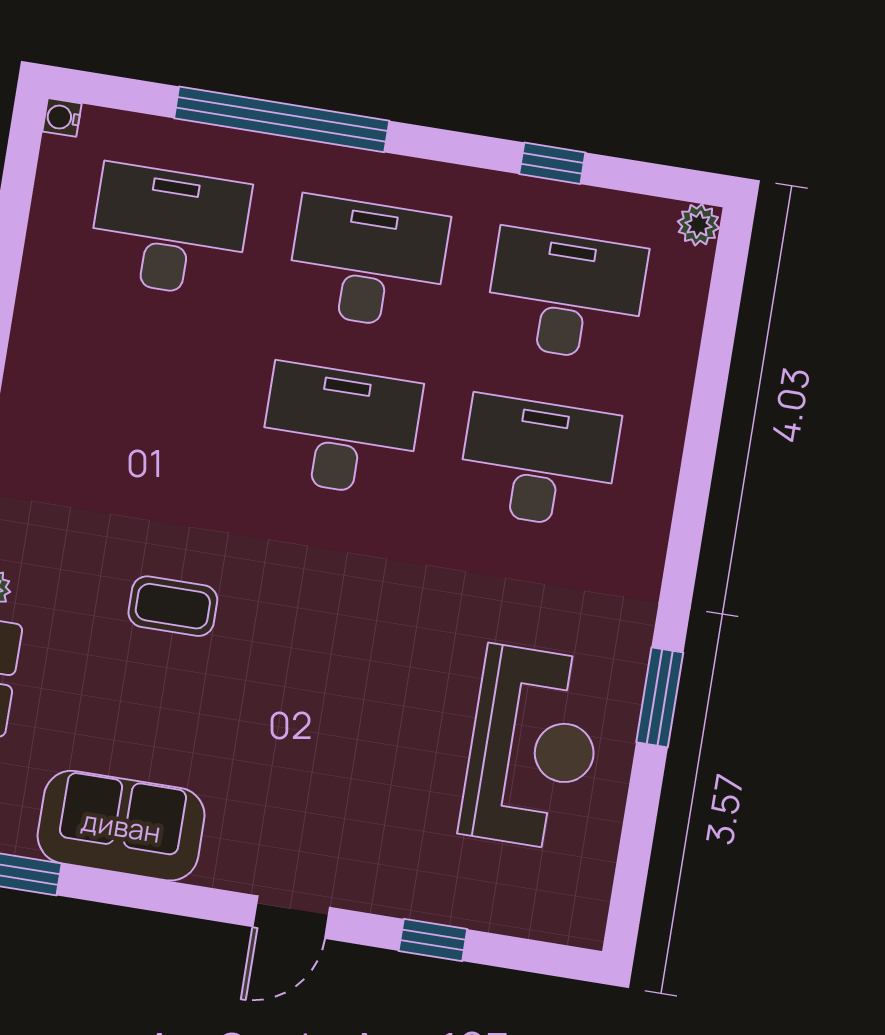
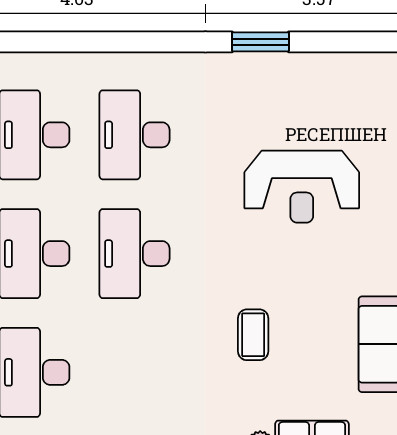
reception desk: (533, 748) -> (302, 187), moved, turned 180

